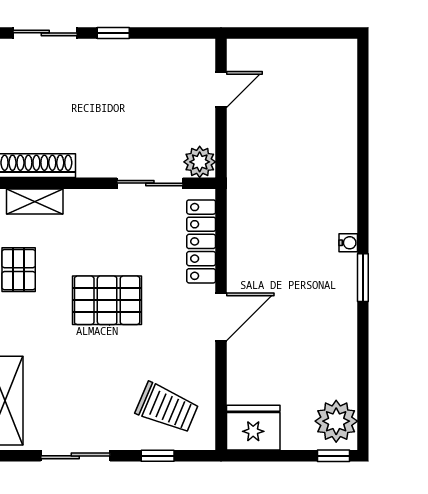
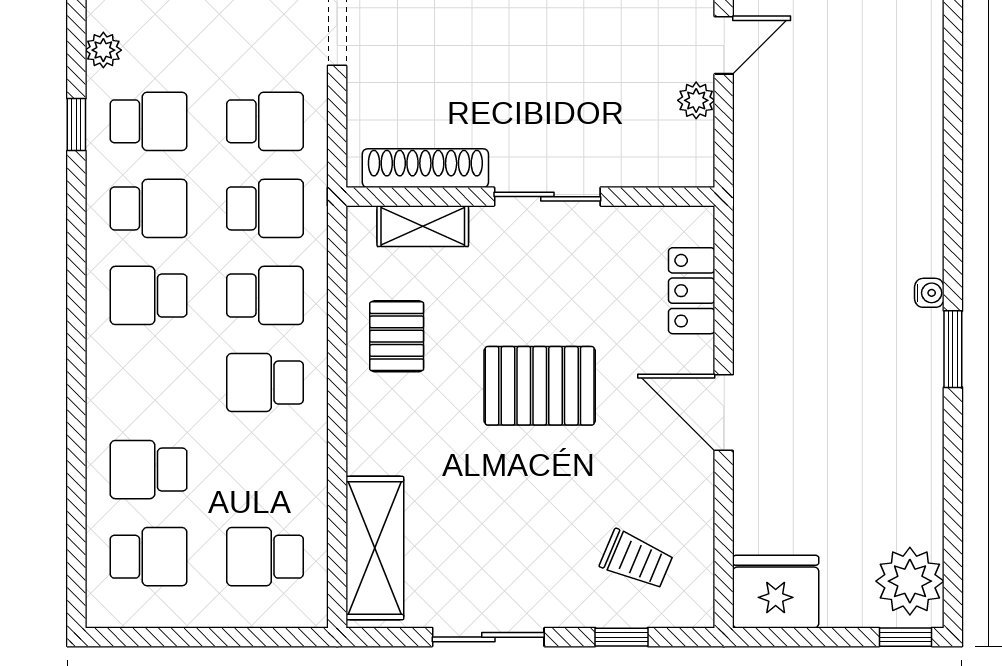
plant: (200, 162) -> (696, 100), moved, width x0.73, depth x0.73
sliding door: (150, 183) -> (547, 197), moved
locker: (201, 241) -> (692, 291), width x0.66
door: (221, 317) -> (724, 413), swing flipped
trolley: (167, 408) -> (636, 560), width x0.73, depth x0.72

